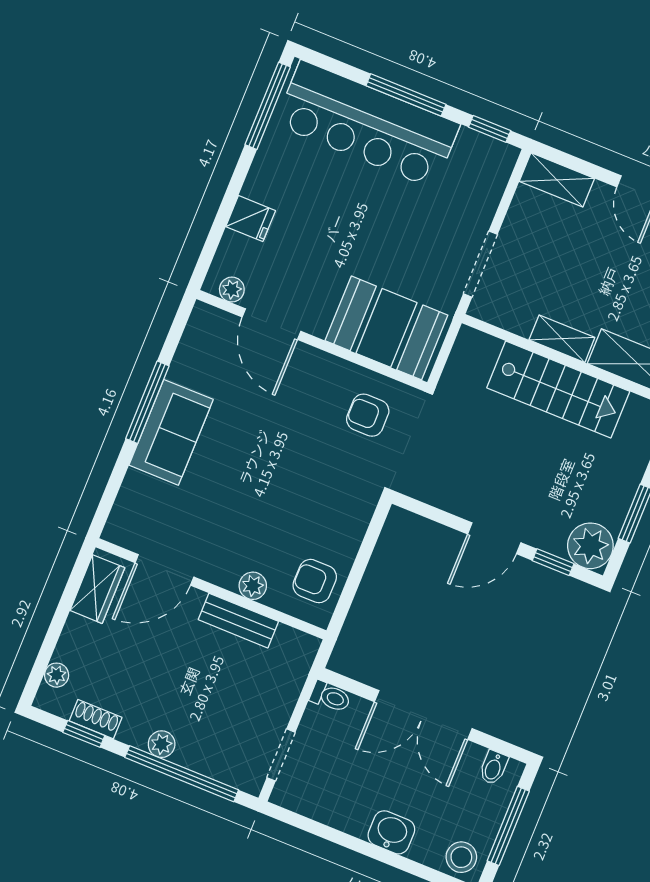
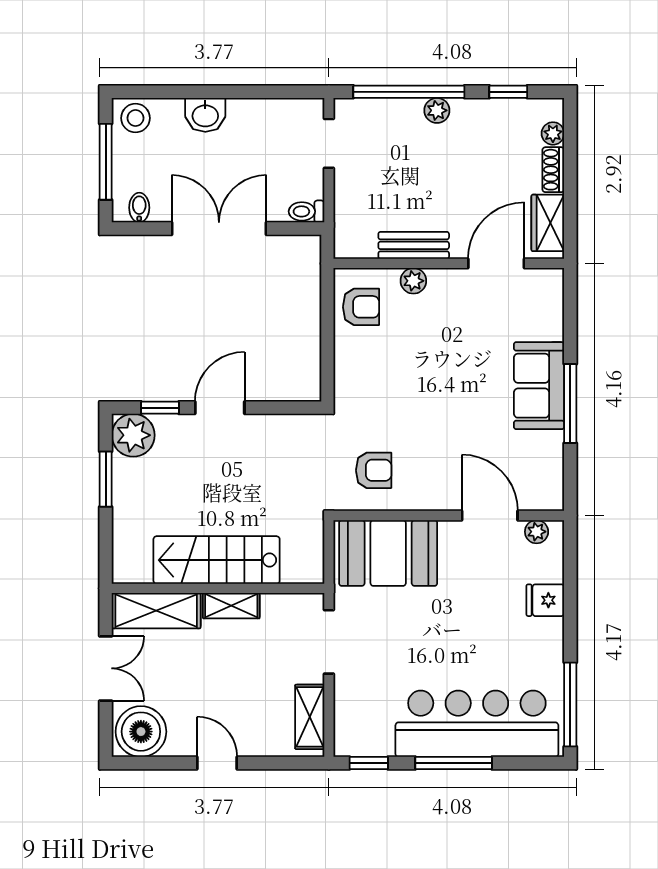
shelving: (557, 180) -> (310, 717), moved, turned 90
shoe rack: (96, 719) -> (553, 170), moved, turned 90

